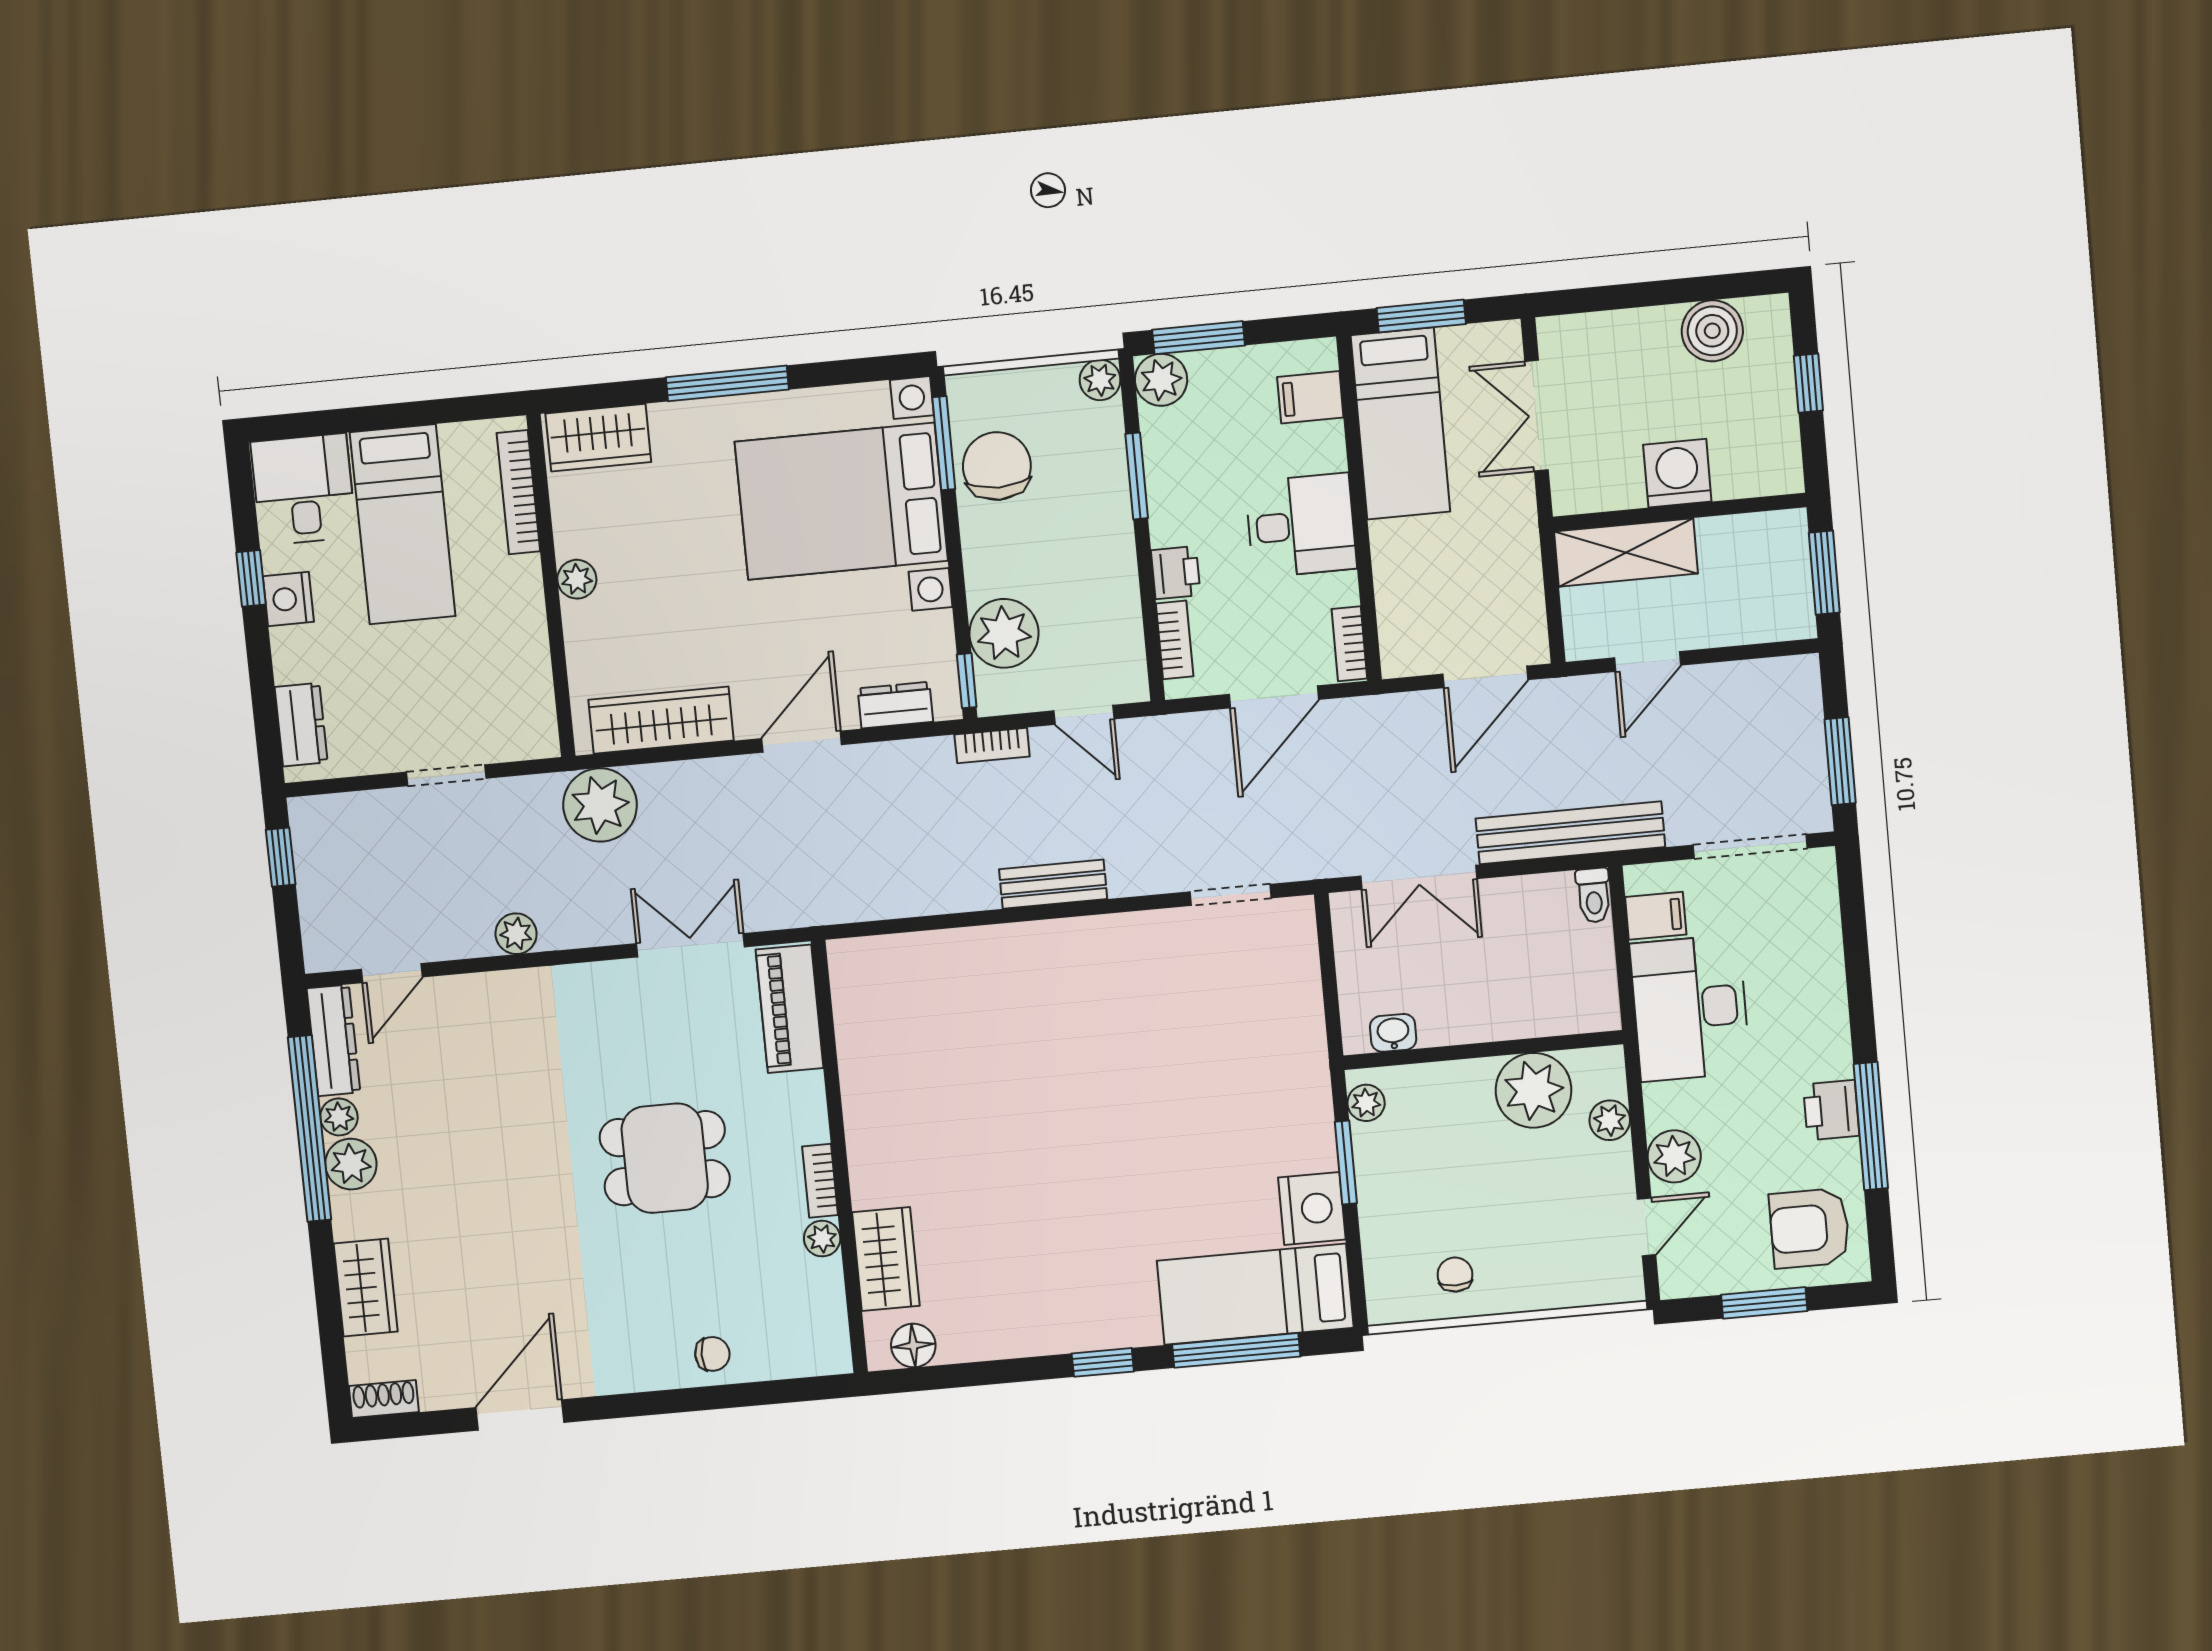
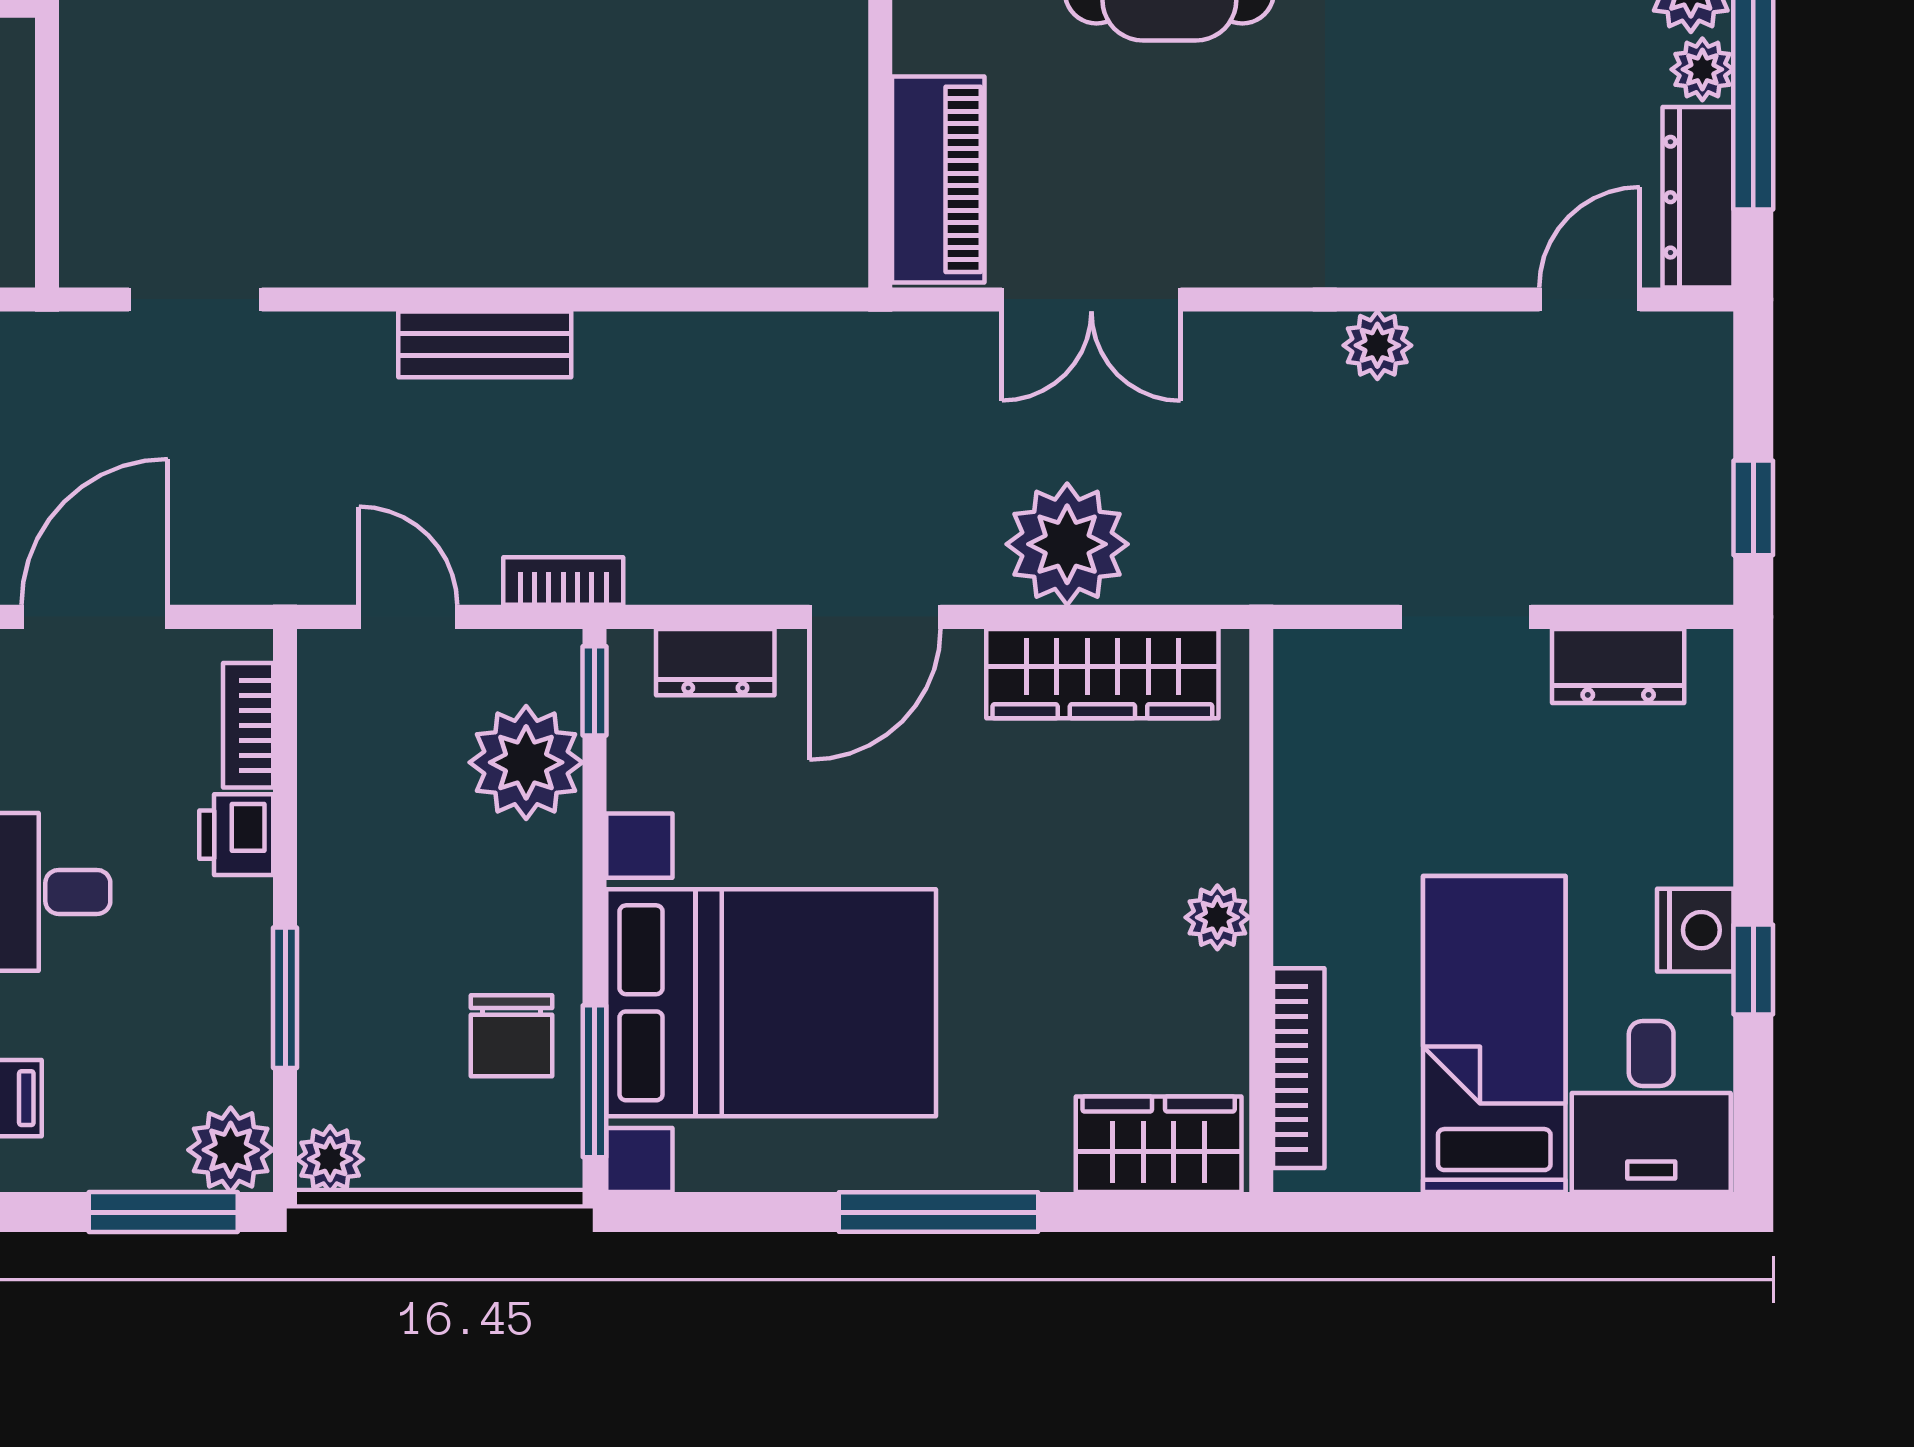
chair: (997, 466) -> (512, 1036), width x0.73, depth x0.73
dresser: (301, 725) -> (1618, 666), moved, turned -90
plant: (600, 805) -> (1067, 544), moved

